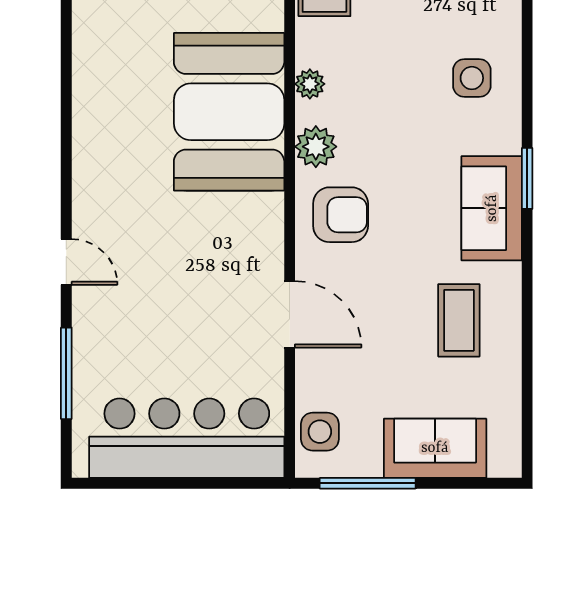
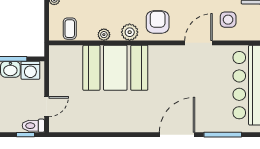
door: (66, 262) -> (177, 135), width x1.87
side table: (320, 432) -> (228, 20), moved

